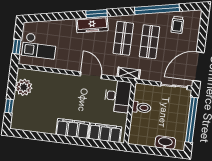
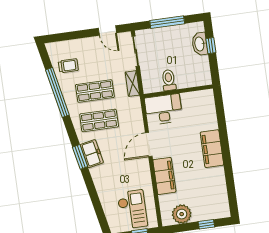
freezer: (92, 25) -> (92, 154), width x0.71
door: (198, 67) -> (107, 30), width x0.53
shelving: (129, 73) -> (132, 84), moved
window: (192, 120) -> (167, 22), width x0.68
filing cabinet: (105, 133) -> (164, 176), moved, turned 180
window: (161, 152) -> (211, 46), added

